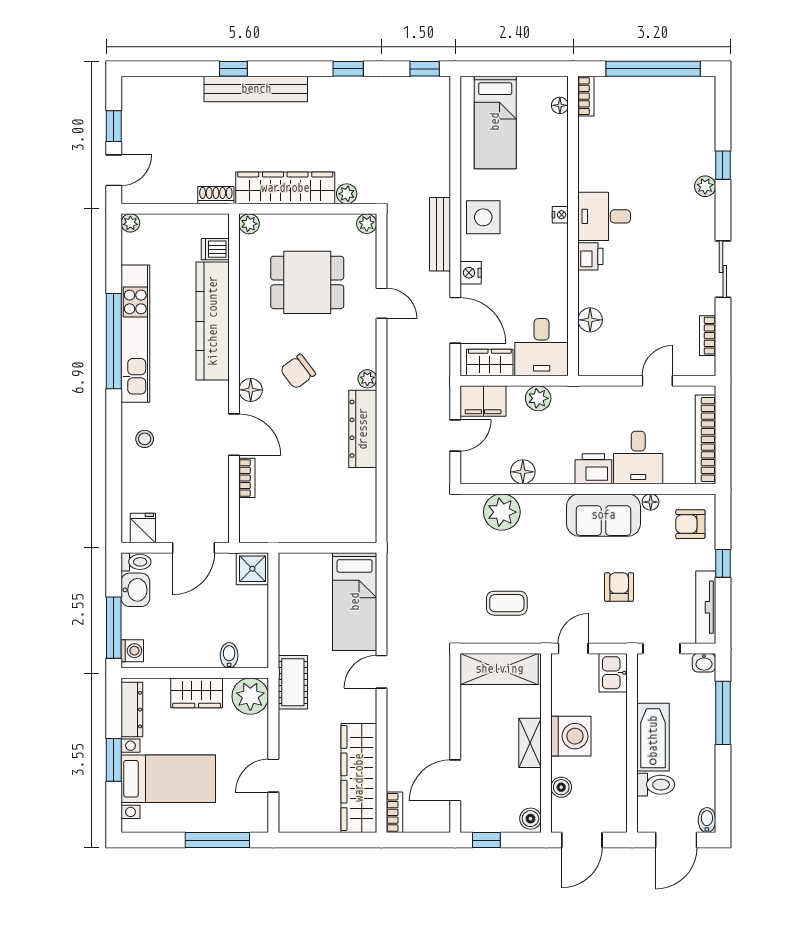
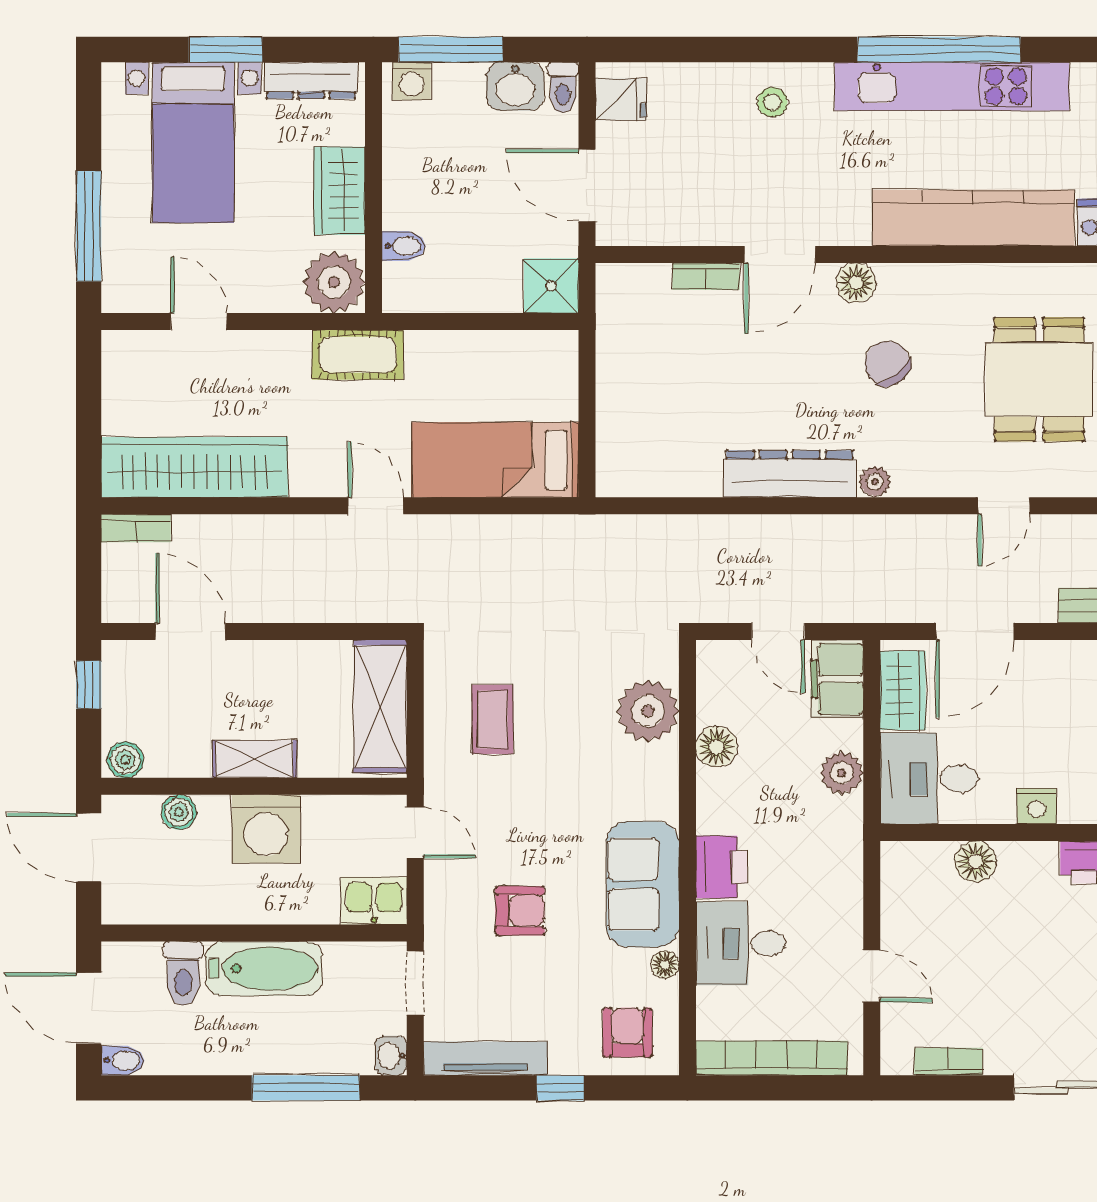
nightstand: (471, 273) -> (1037, 806), moved, turned 180

